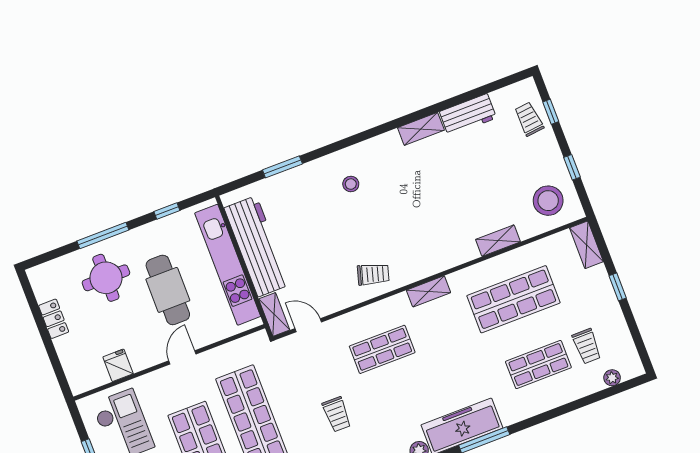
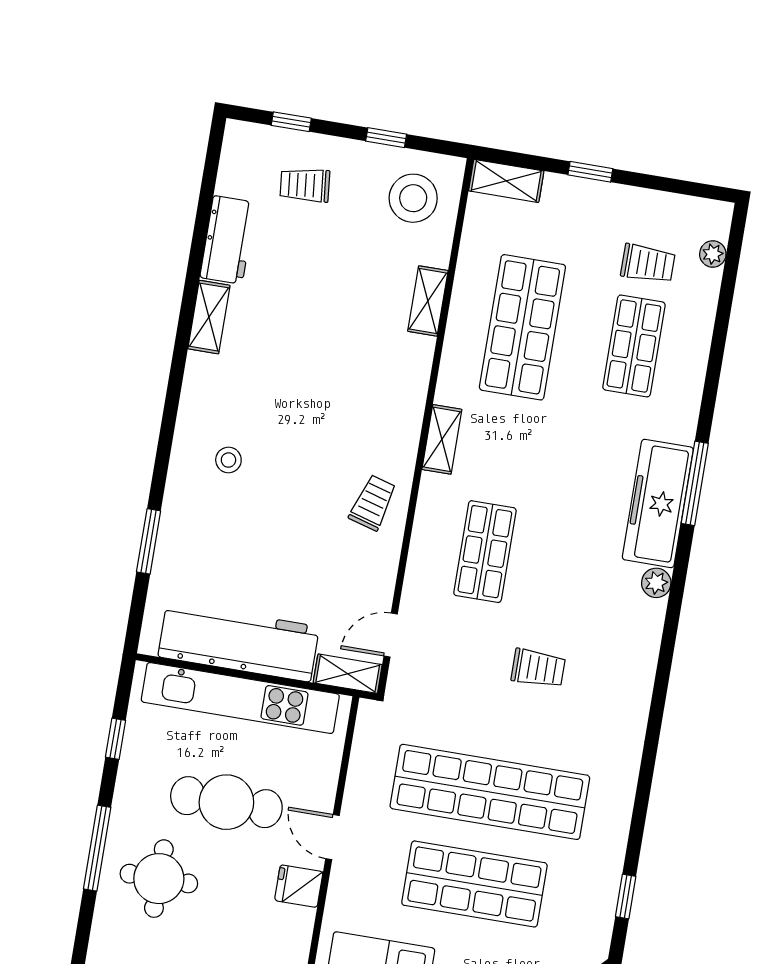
trolley: (529, 119) -> (305, 185), moved
fridge: (118, 365) -> (299, 886), moved

